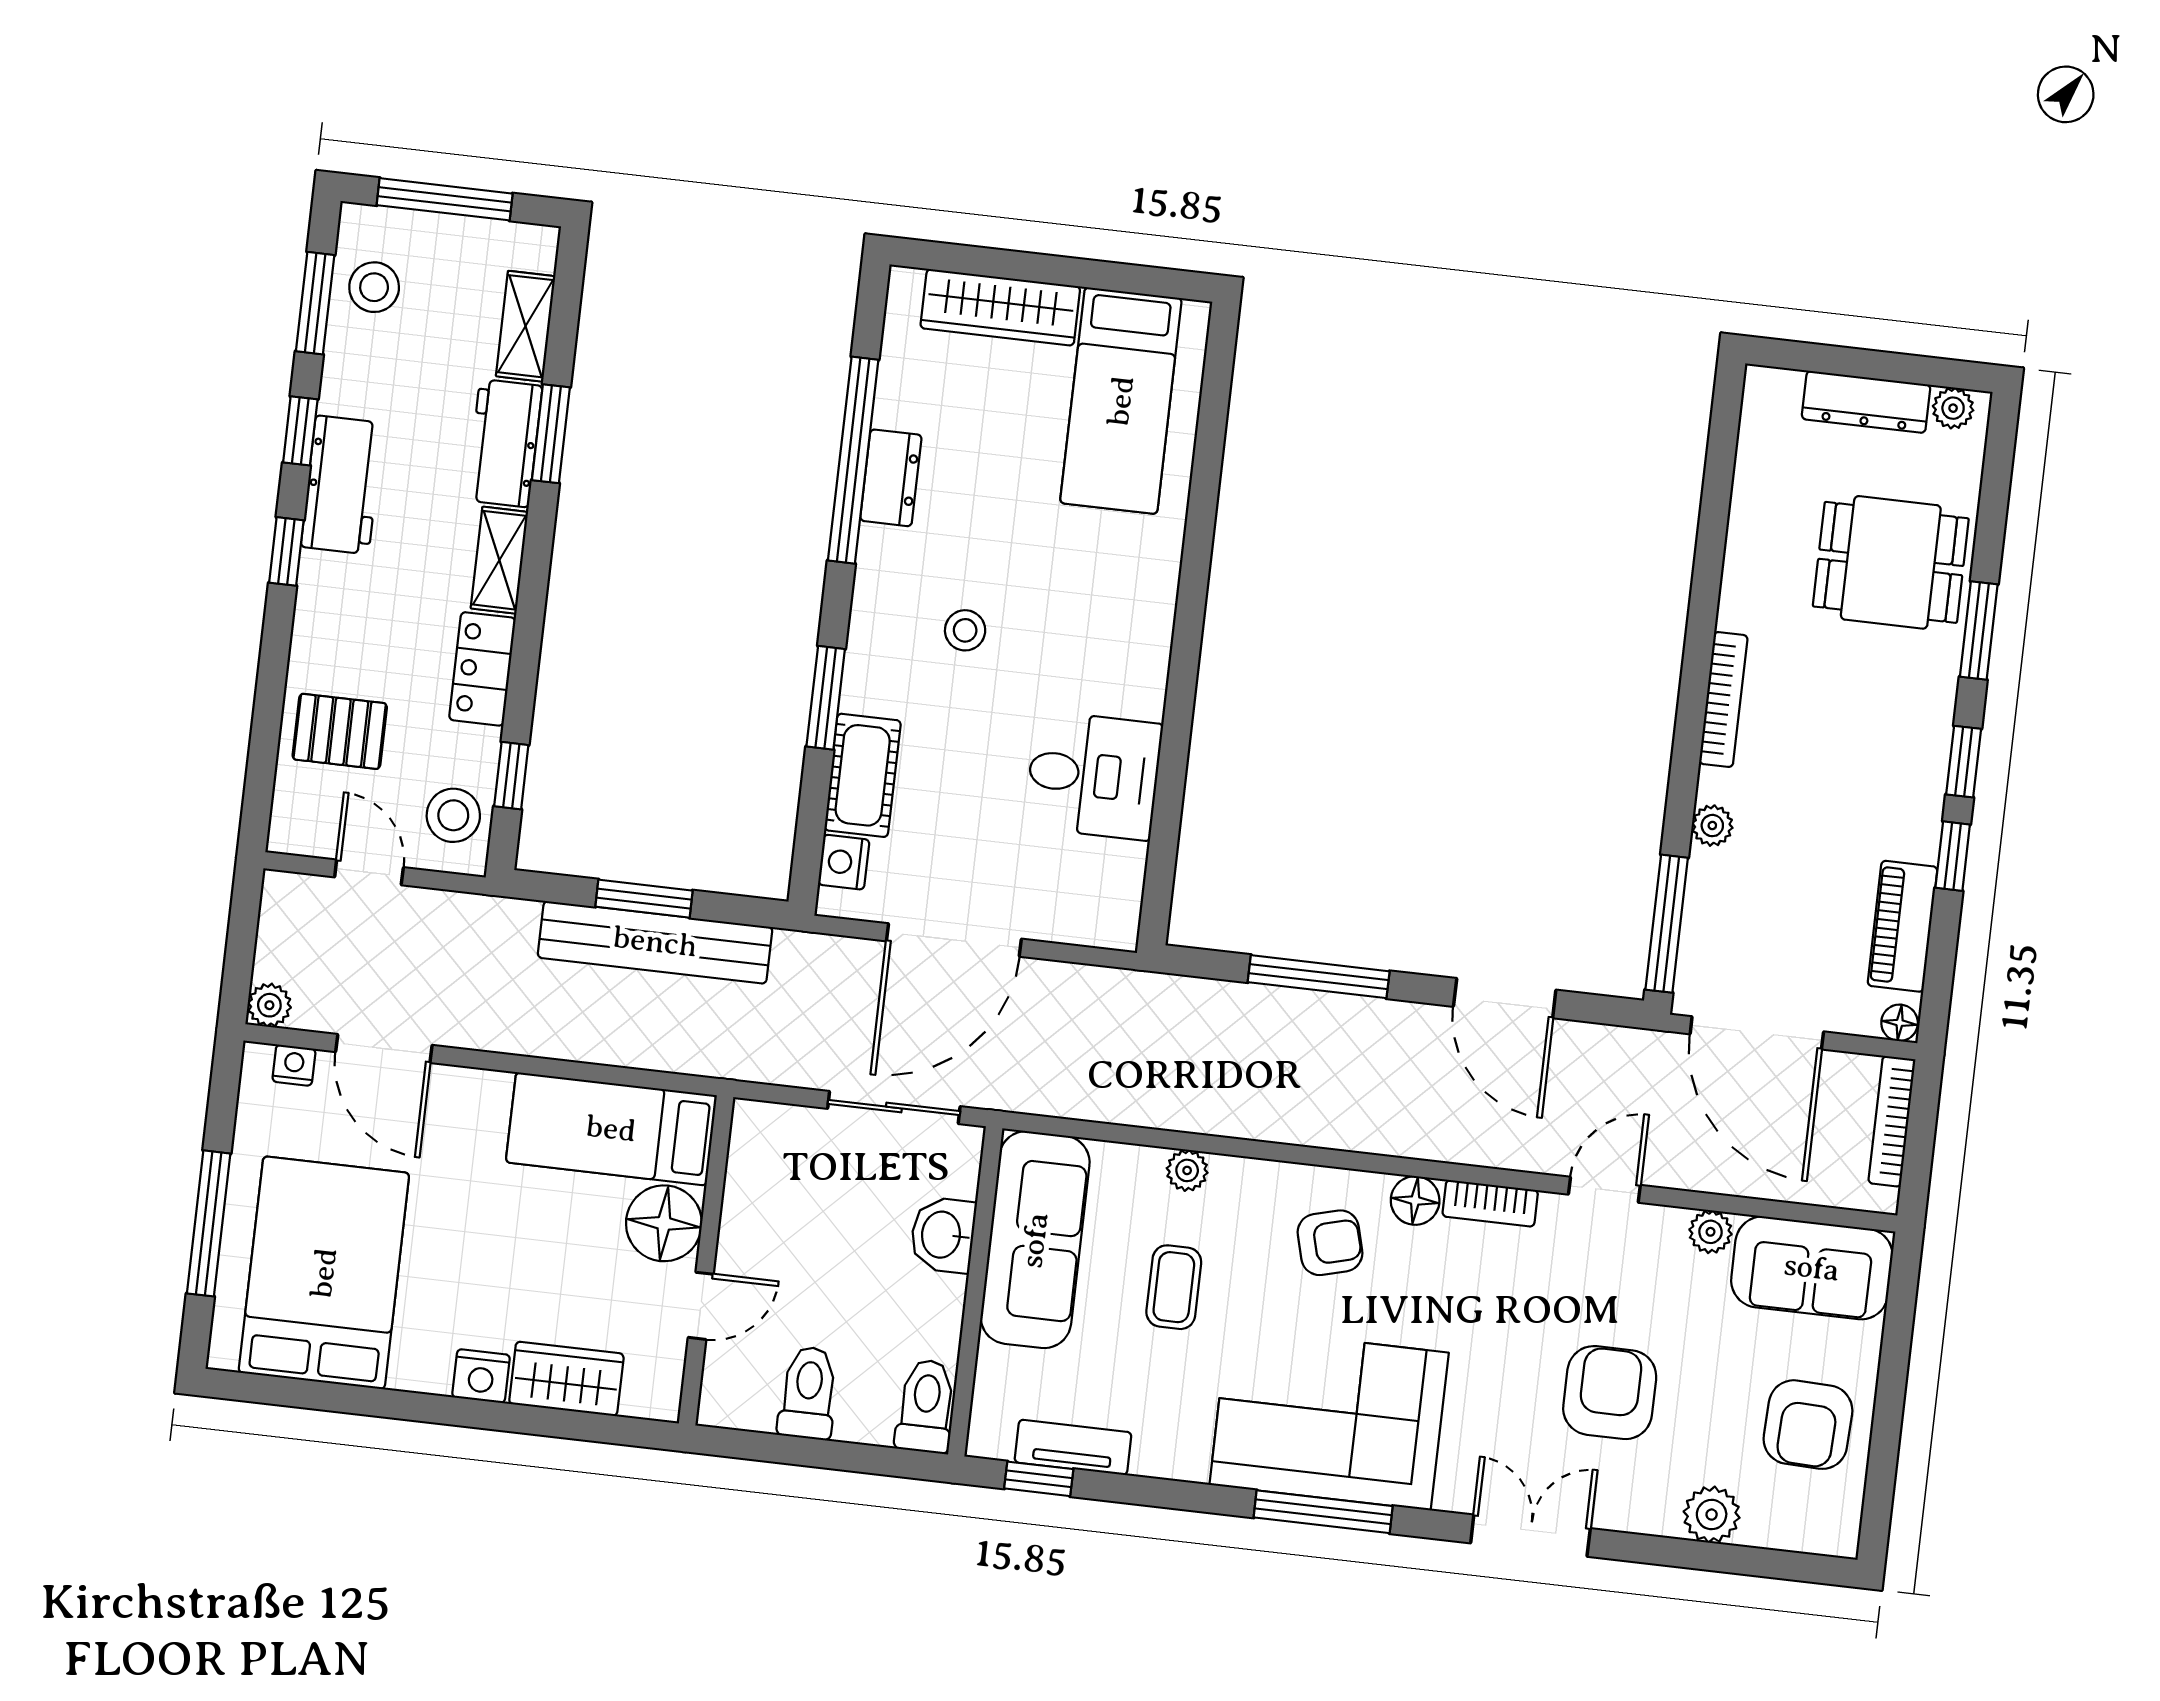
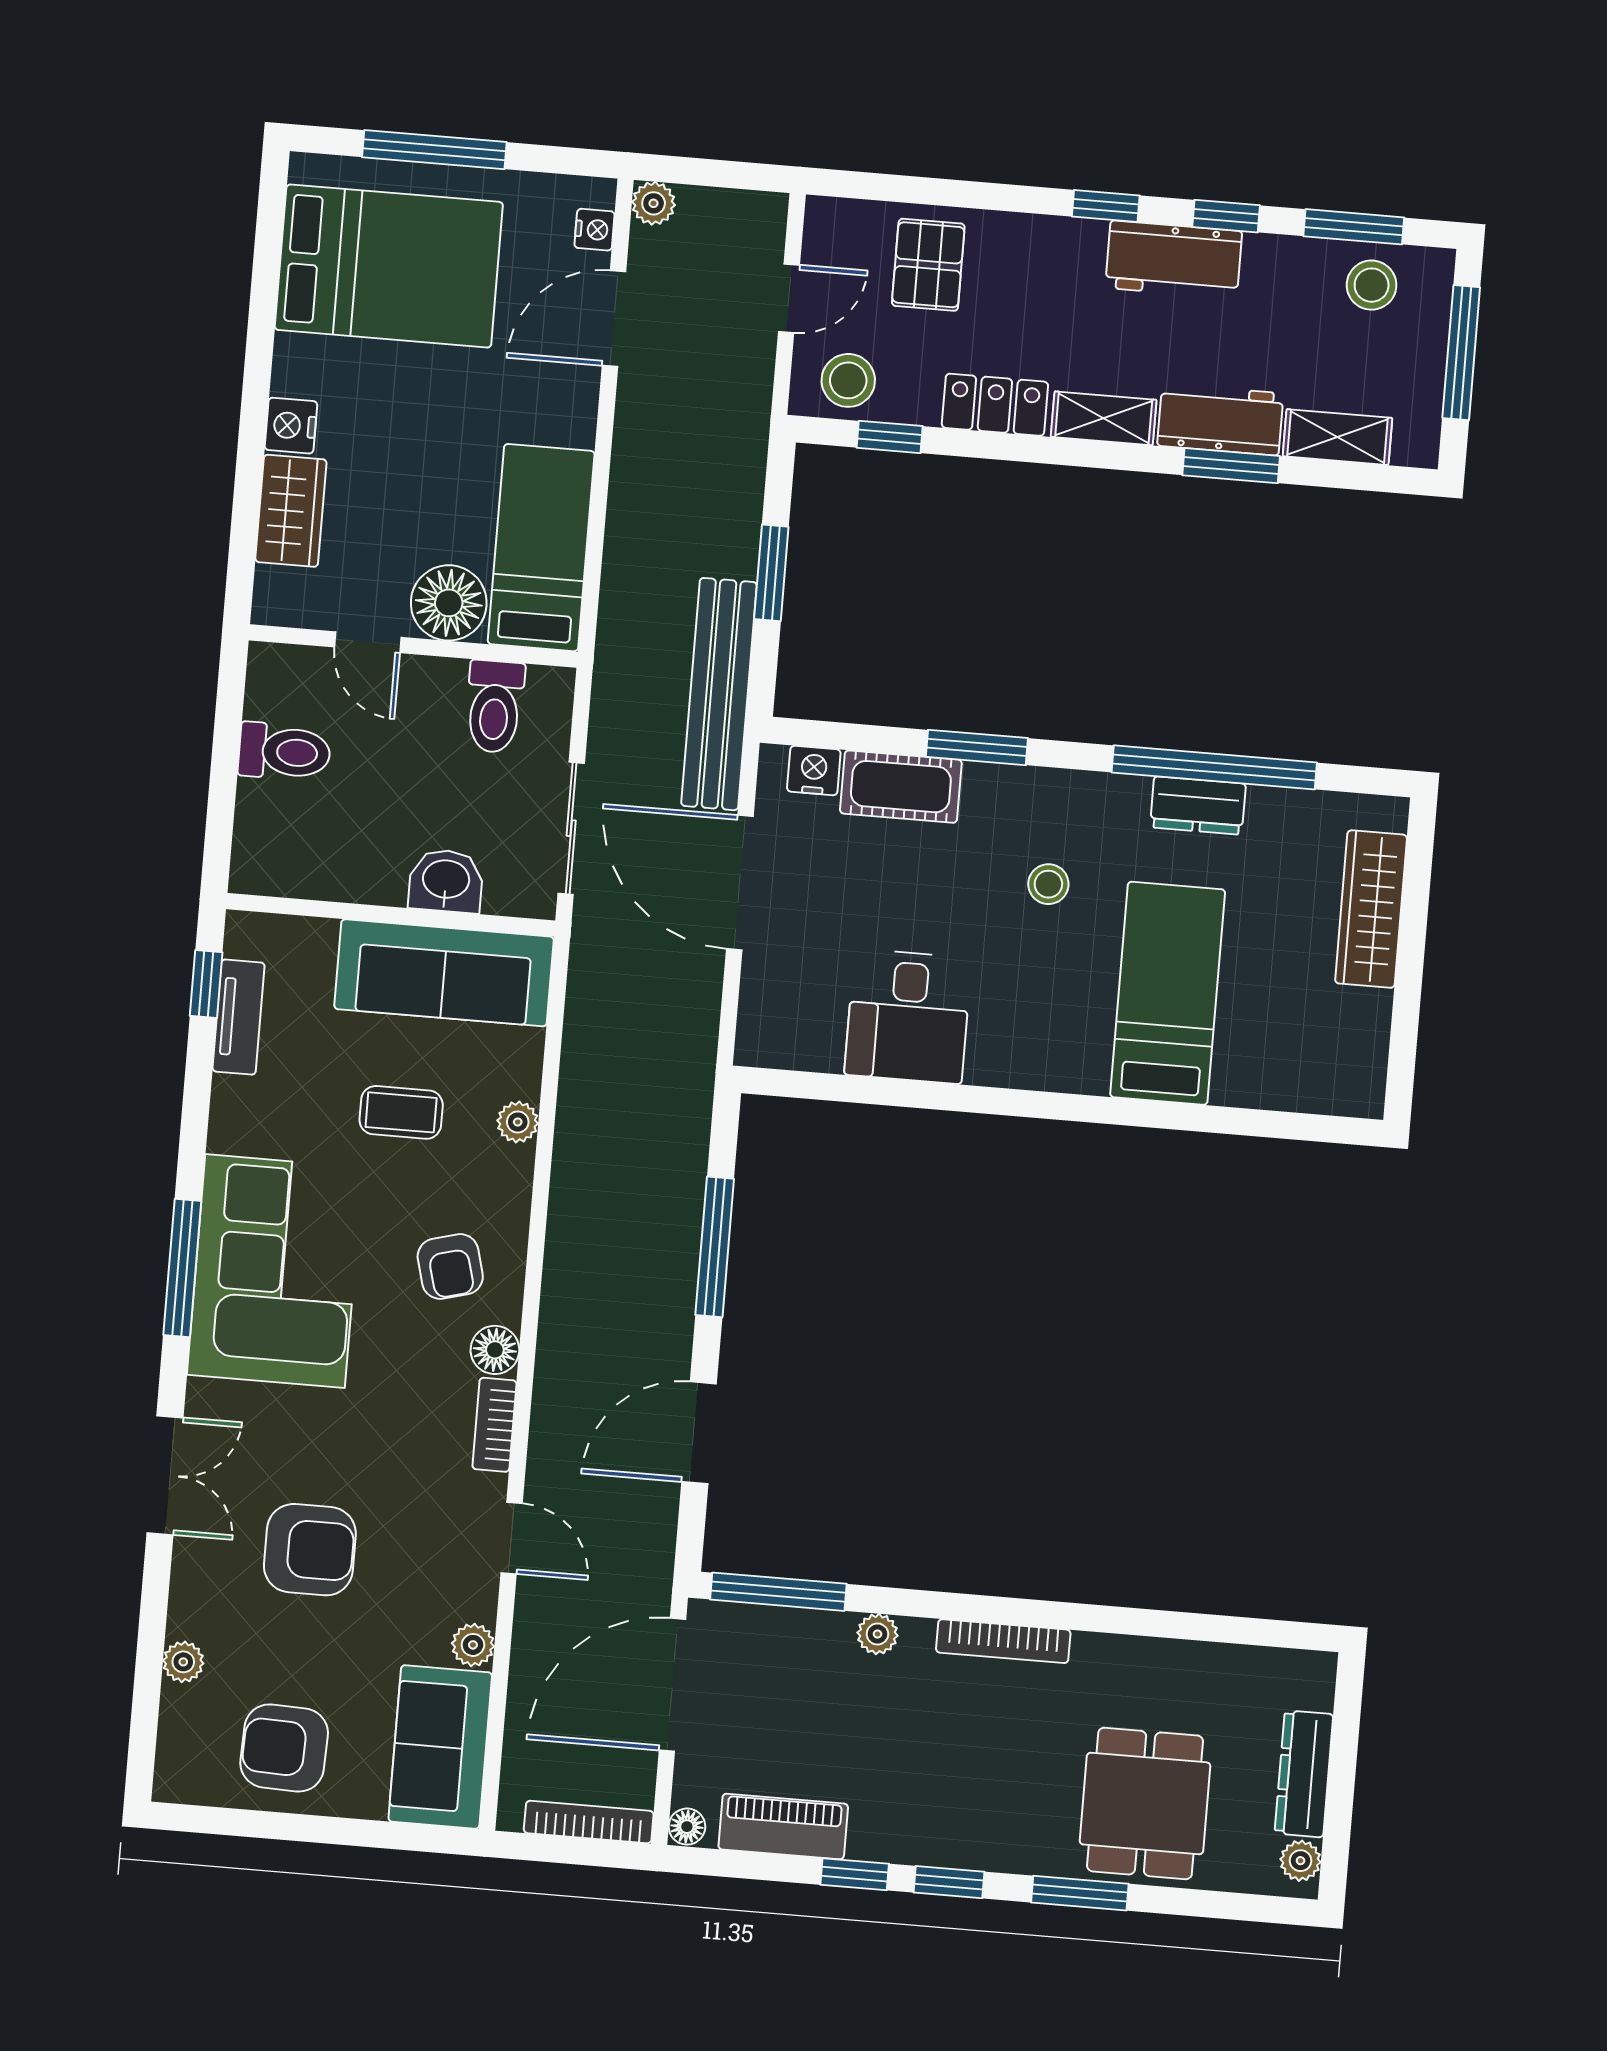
bed: (1121, 401) -> (1168, 993), moved, turned 90
bench: (655, 942) -> (719, 694), moved
toilet: (926, 1406) -> (495, 707), moved, turned 90
plant: (1712, 1515) -> (183, 1662), width x0.73, depth x0.73

